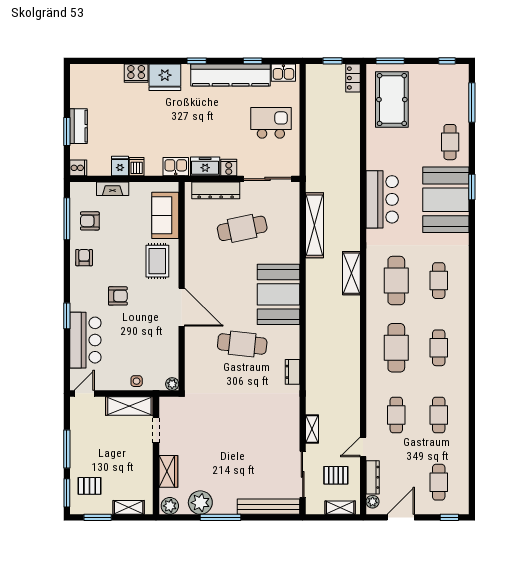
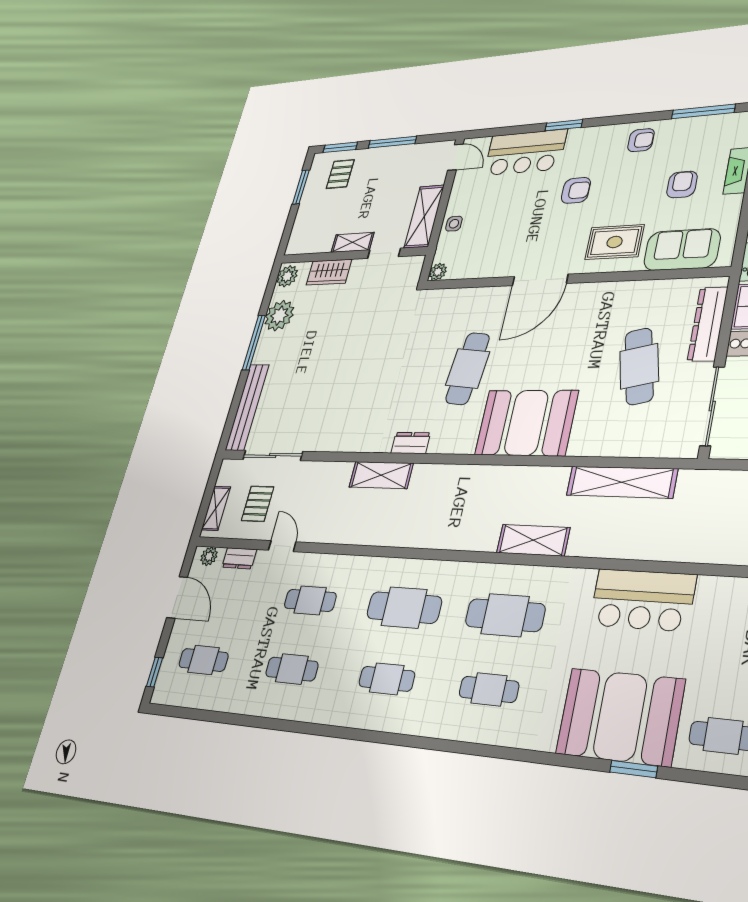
armchair: (90, 221) -> (682, 184), moved
armchair: (118, 296) -> (576, 190), turned -90
shelving: (312, 429) -> (381, 475), moved, width x1.50, depth x1.33
dresser: (373, 477) -> (239, 558), width x0.70
shelving: (129, 507) -> (353, 242), moved, turned 90

